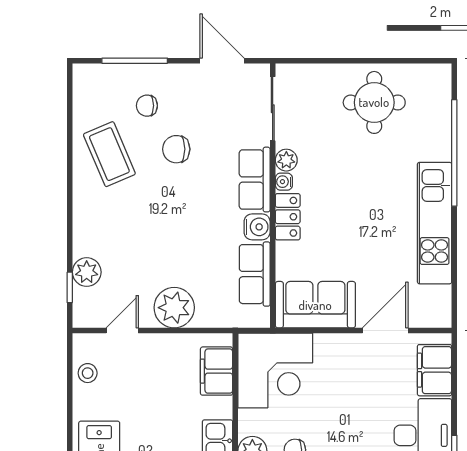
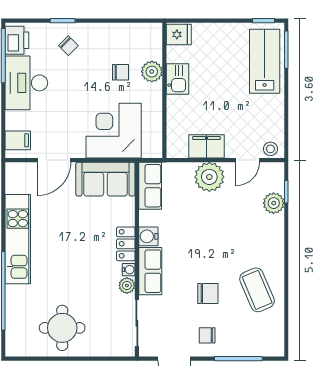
chair: (147, 106) -> (207, 335), moved, turned 180
row of seats: (255, 274) -> (150, 186), moved
corner desk: (275, 370) -> (114, 131), moved
filing cabinet: (435, 370) -> (18, 140), width x0.50
filing cabinet: (217, 371) -> (206, 146), moved, turned -90
stool: (88, 373) -> (270, 149), moved

